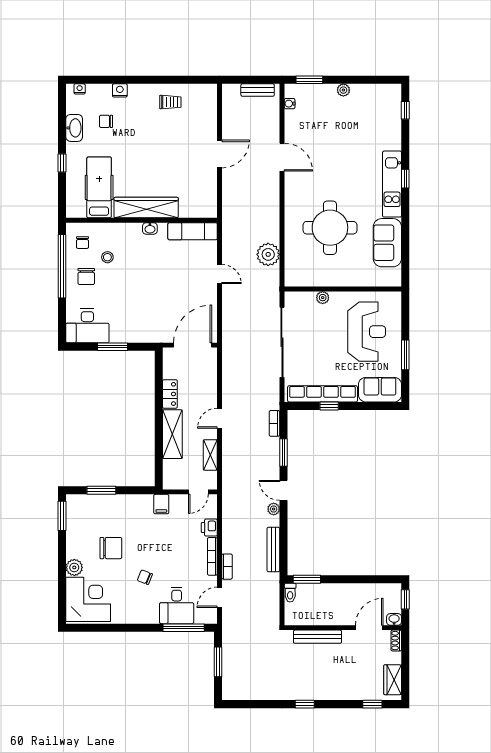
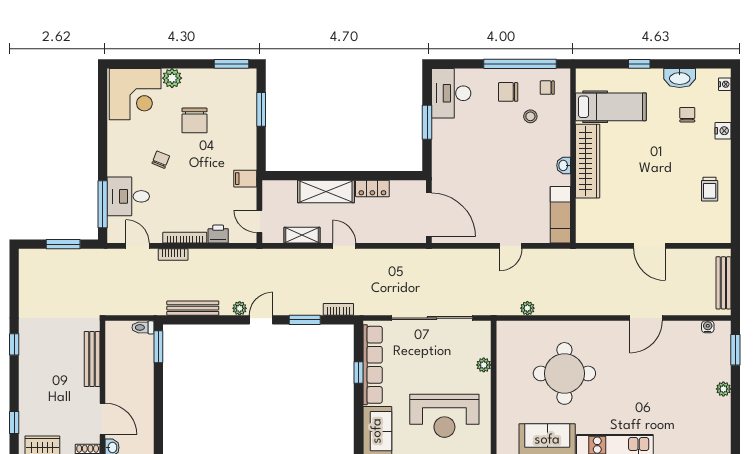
bench: (258, 90) -> (723, 283), width x1.36
plant: (268, 254) -> (527, 308), width x0.53, depth x0.53

